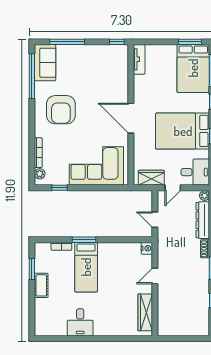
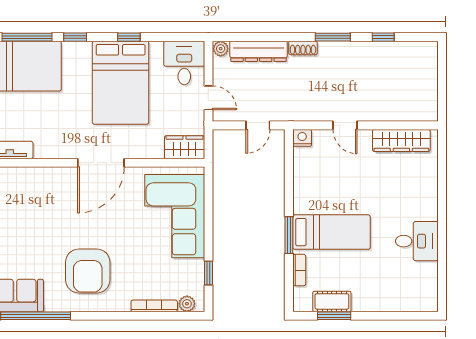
armchair: (61, 110) -> (88, 271), turned 90
wardrobe: (151, 178) -> (185, 147), moved, turned 90
cot: (41, 285) -> (332, 301), moved

